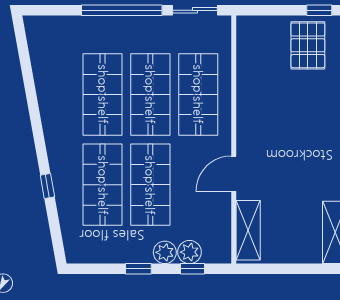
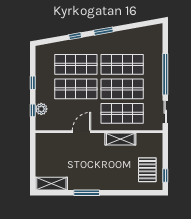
pallet: (308, 45) -> (147, 170), turned 90
window: (38, 131) -> (103, 31), added
door: (234, 174) -> (81, 132), hinge flipped
shelving: (248, 230) -> (120, 139), moved
plant: (165, 252) -> (41, 96), removed

